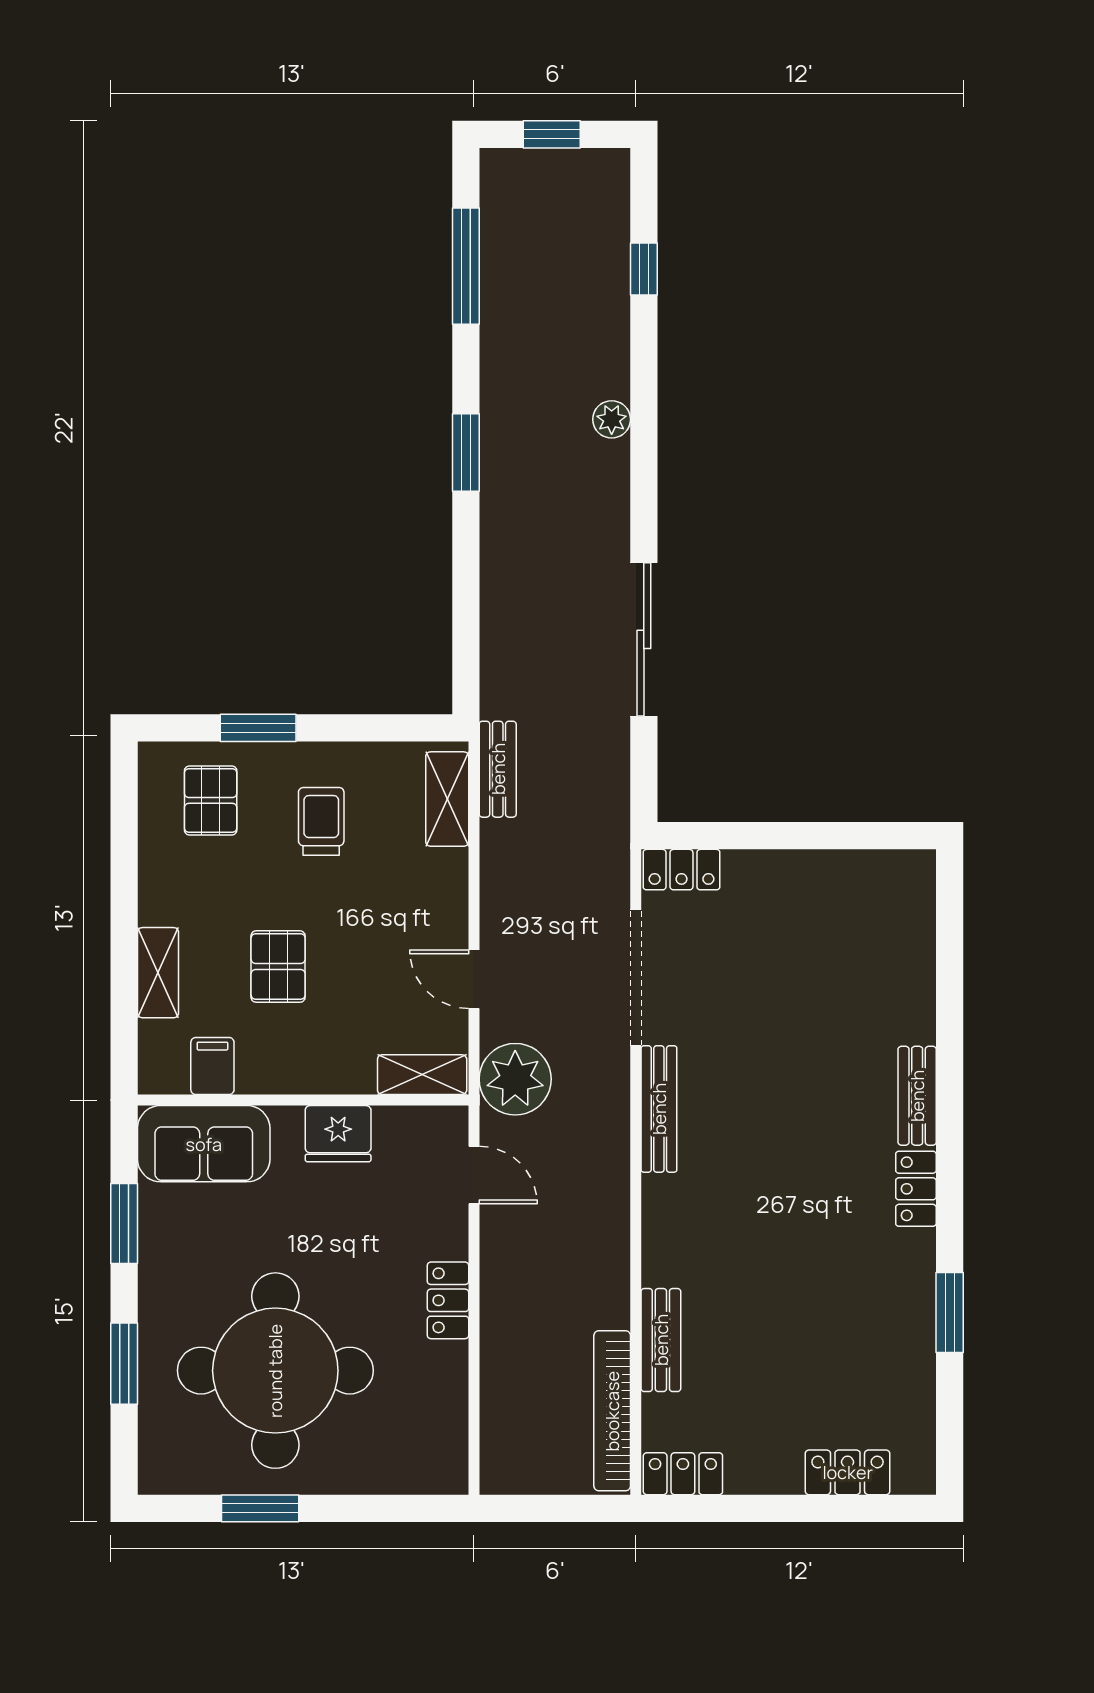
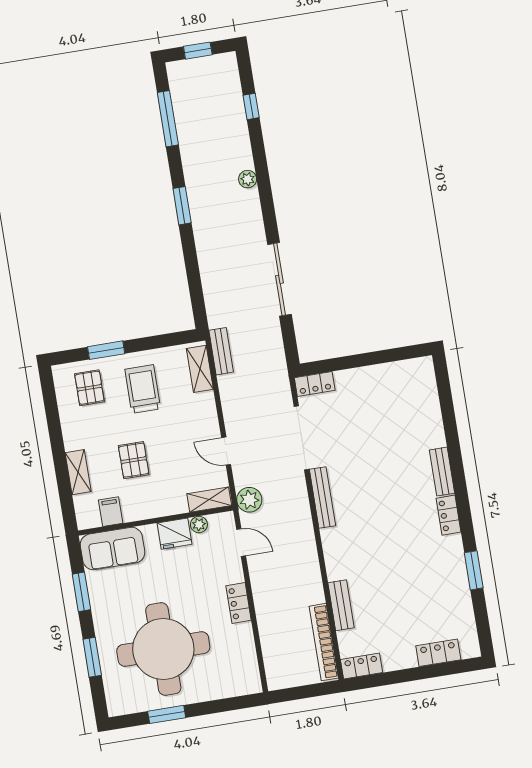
trolley: (321, 821) -> (143, 389), width x1.36, depth x1.39
plant: (515, 1079) -> (249, 500), width x0.73, depth x0.73
plant: (392, 1123) -> (199, 525), added

